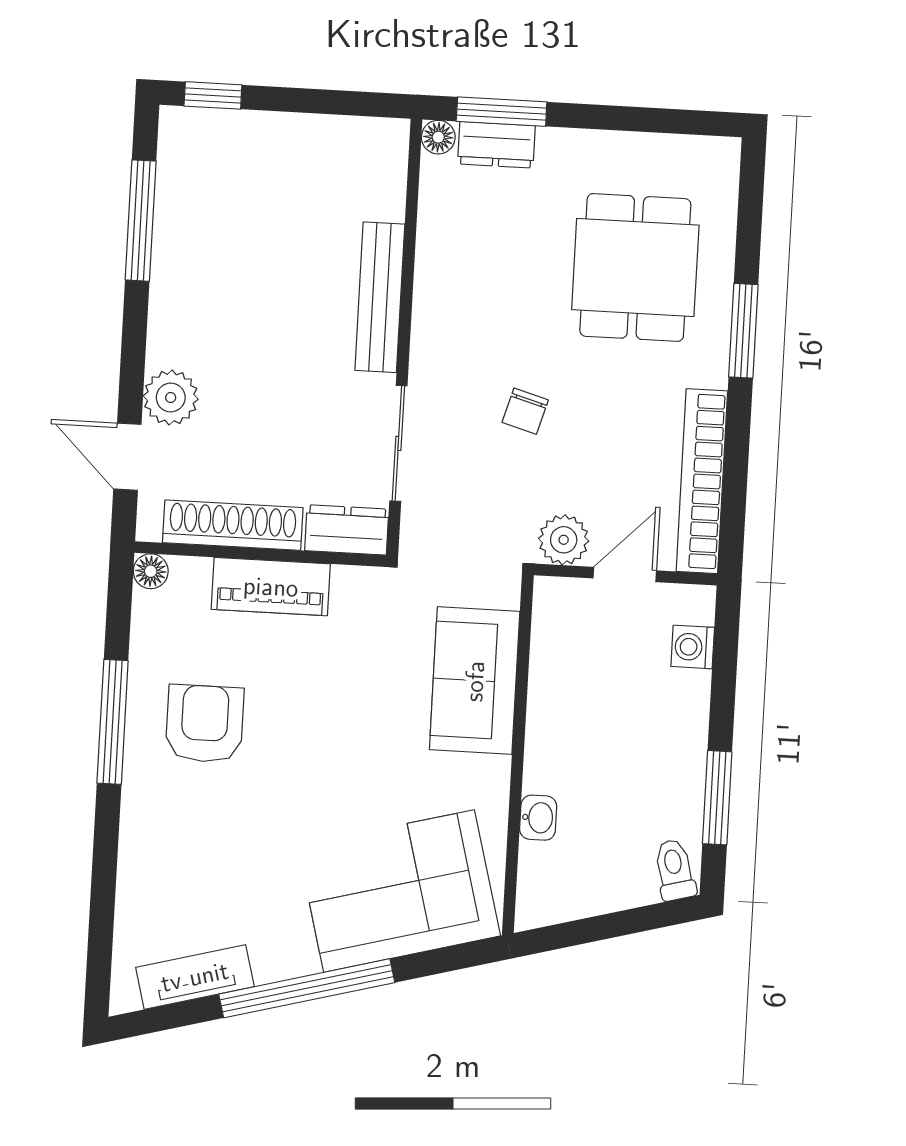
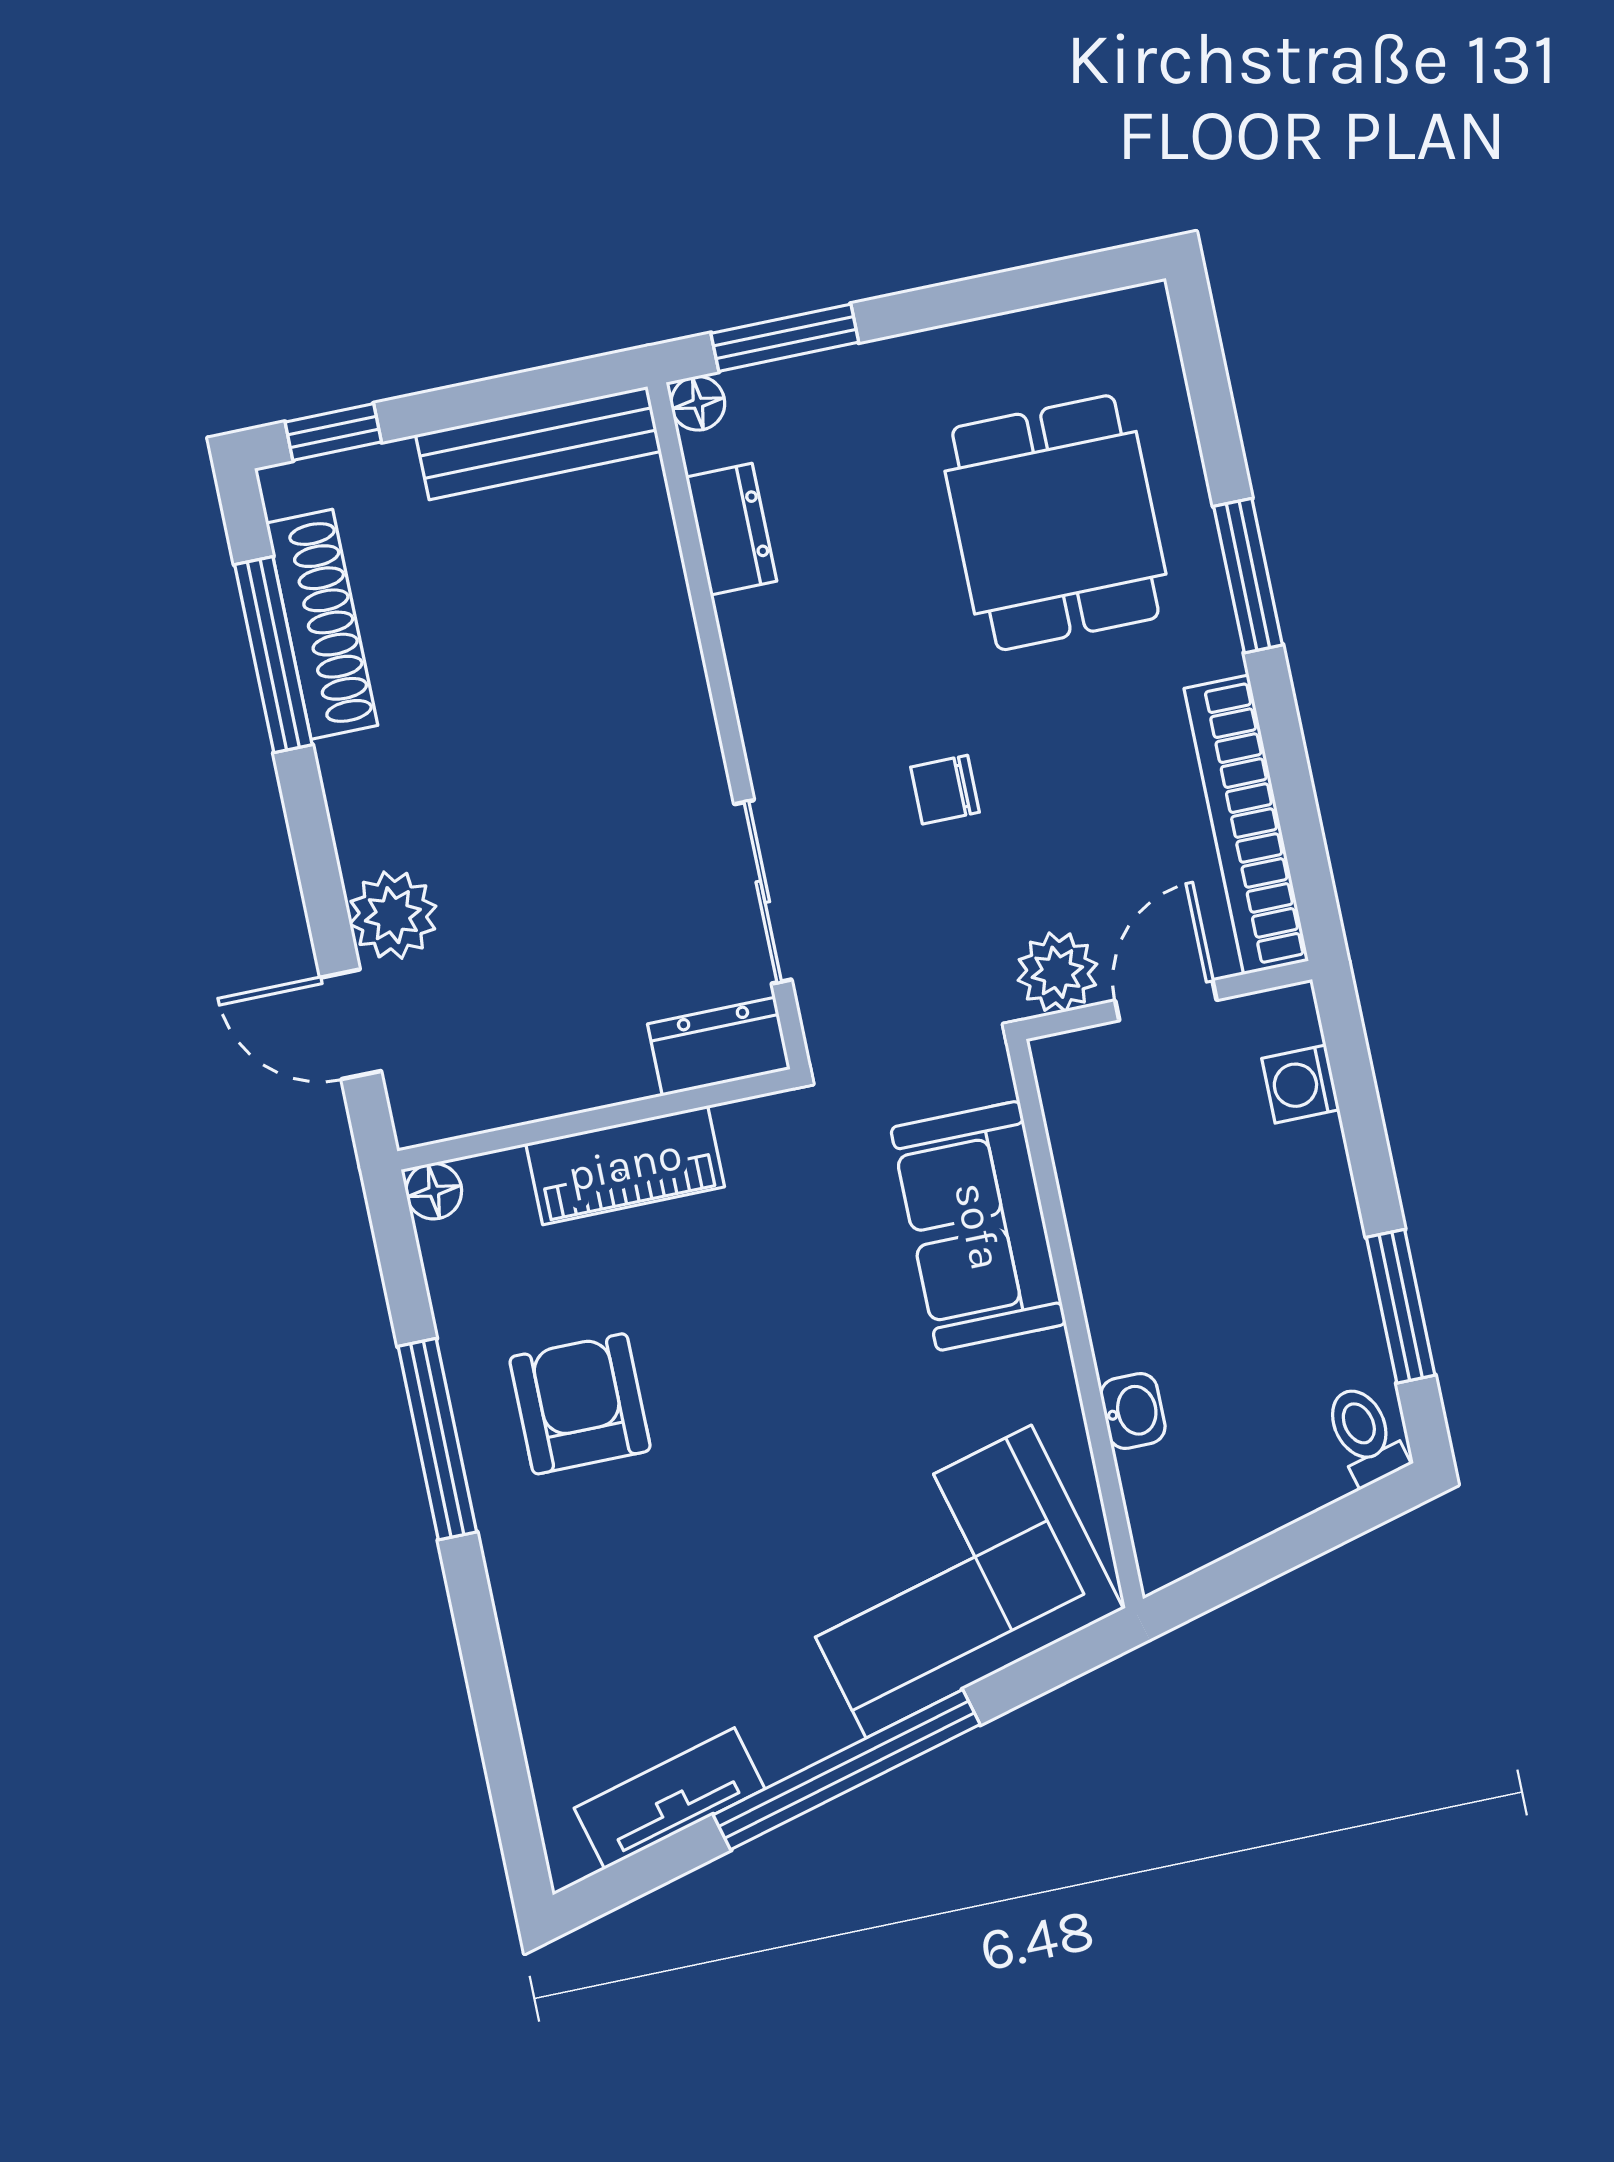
dresser: (496, 145) -> (731, 529), moved, turned -90
bench: (380, 297) -> (538, 443), moved, turned 90
chair: (525, 411) -> (945, 790), turned 74
shoe rack: (233, 525) -> (322, 624), moved, turned 90

